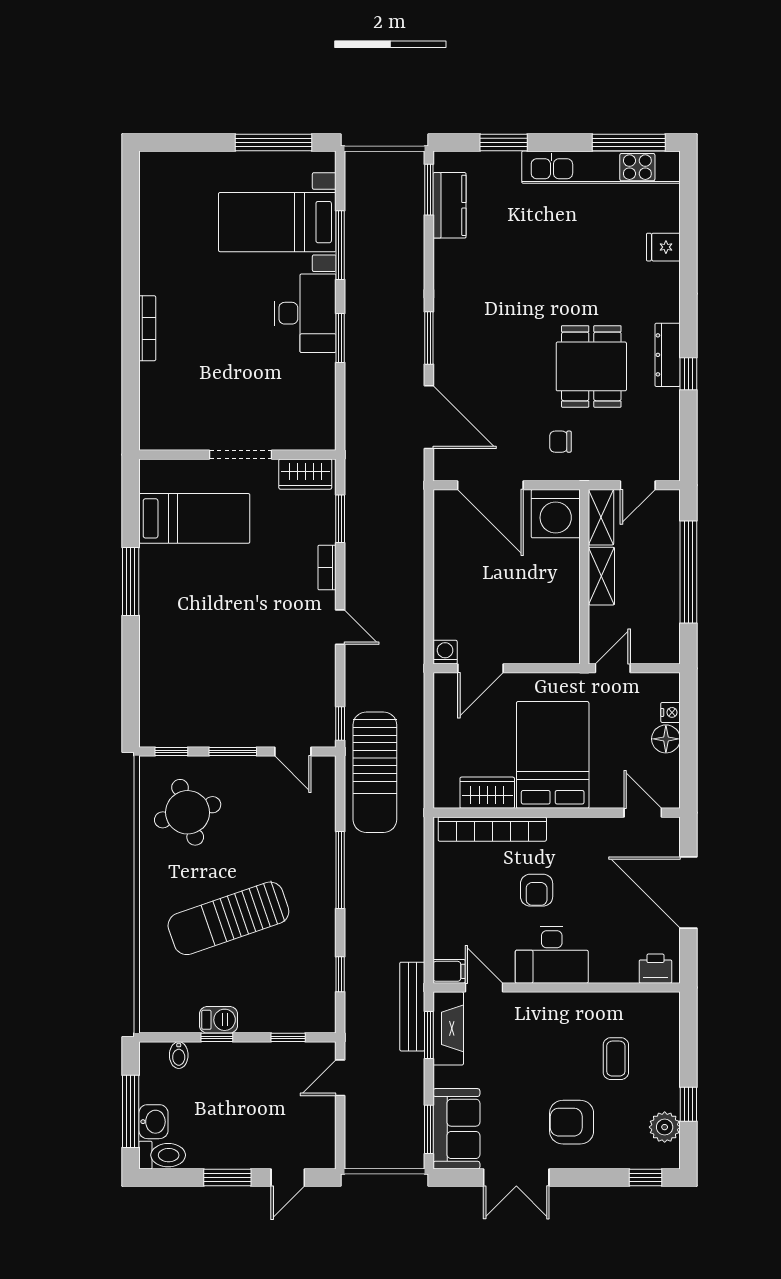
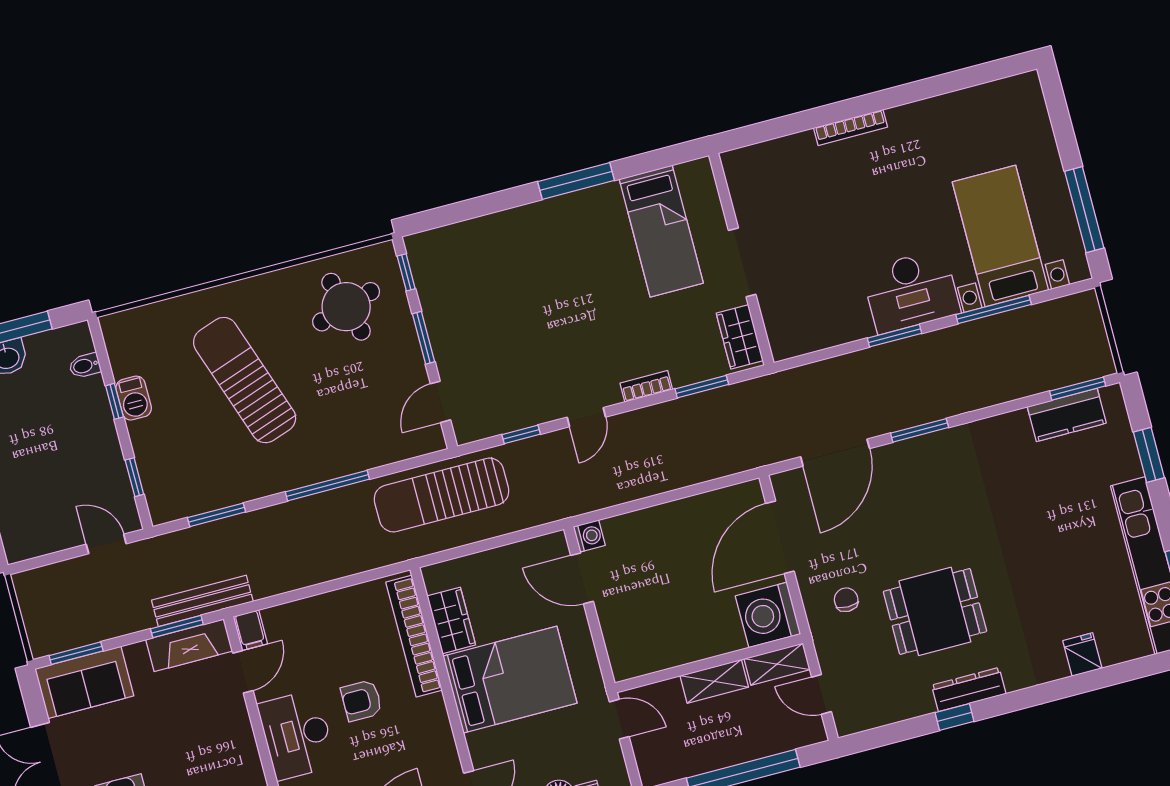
window: (340, 724) -> (521, 434), moved
window: (340, 974) -> (216, 515), width x1.50

